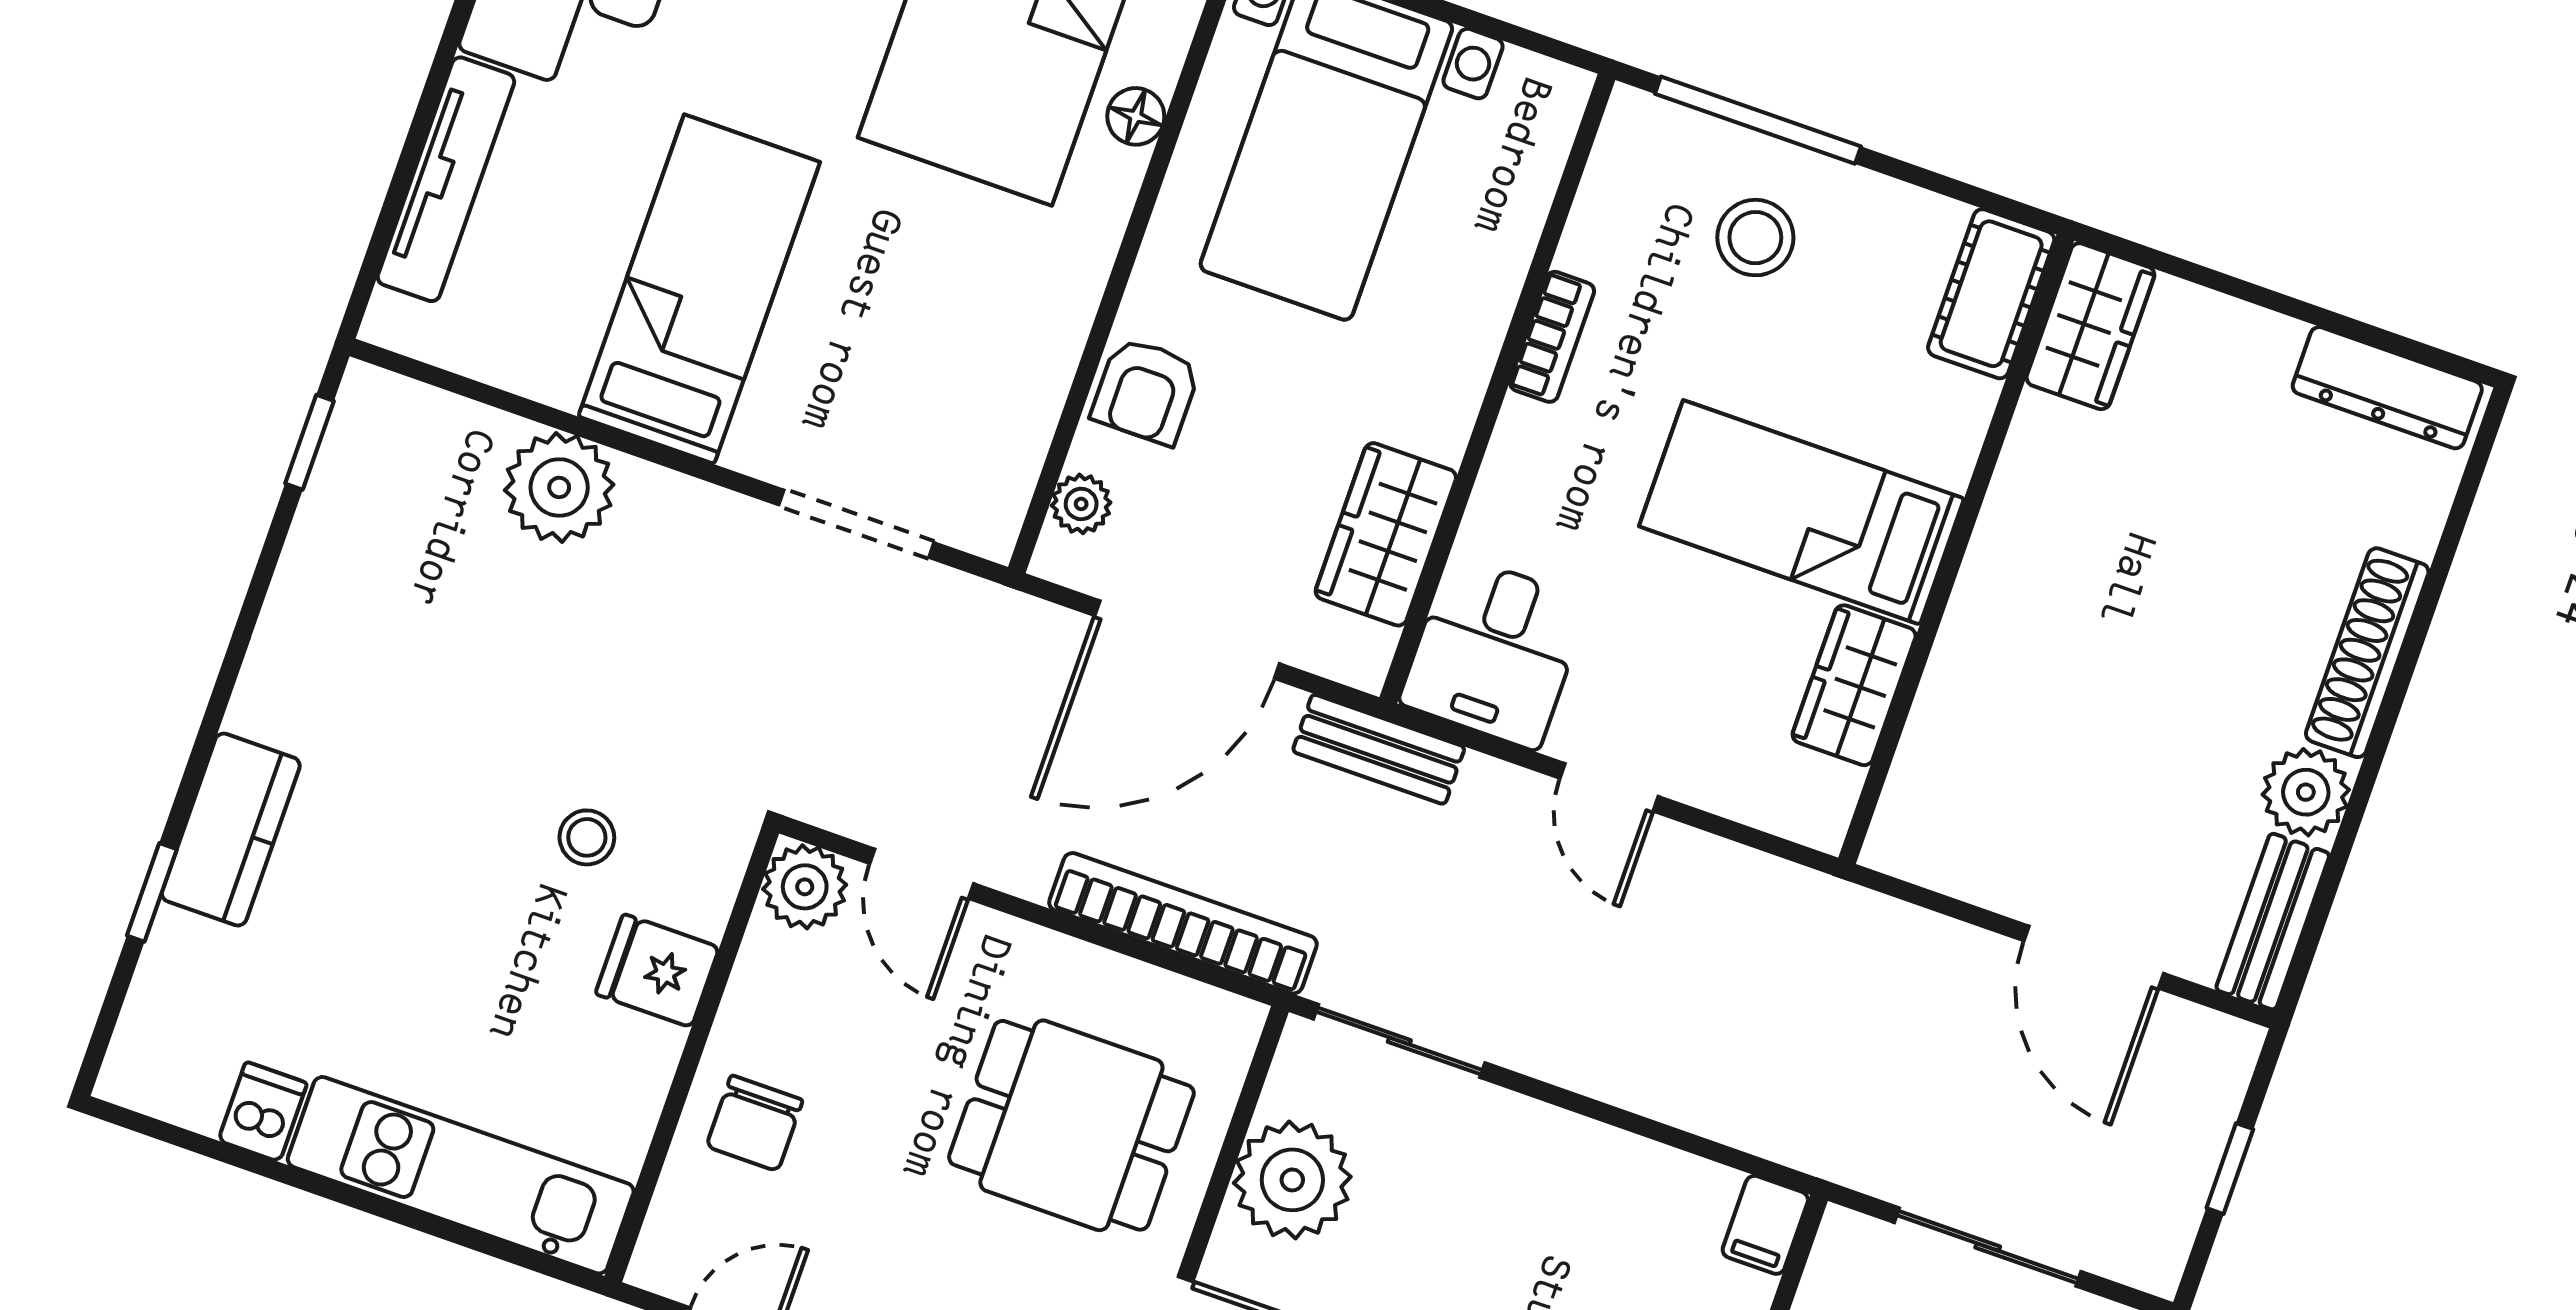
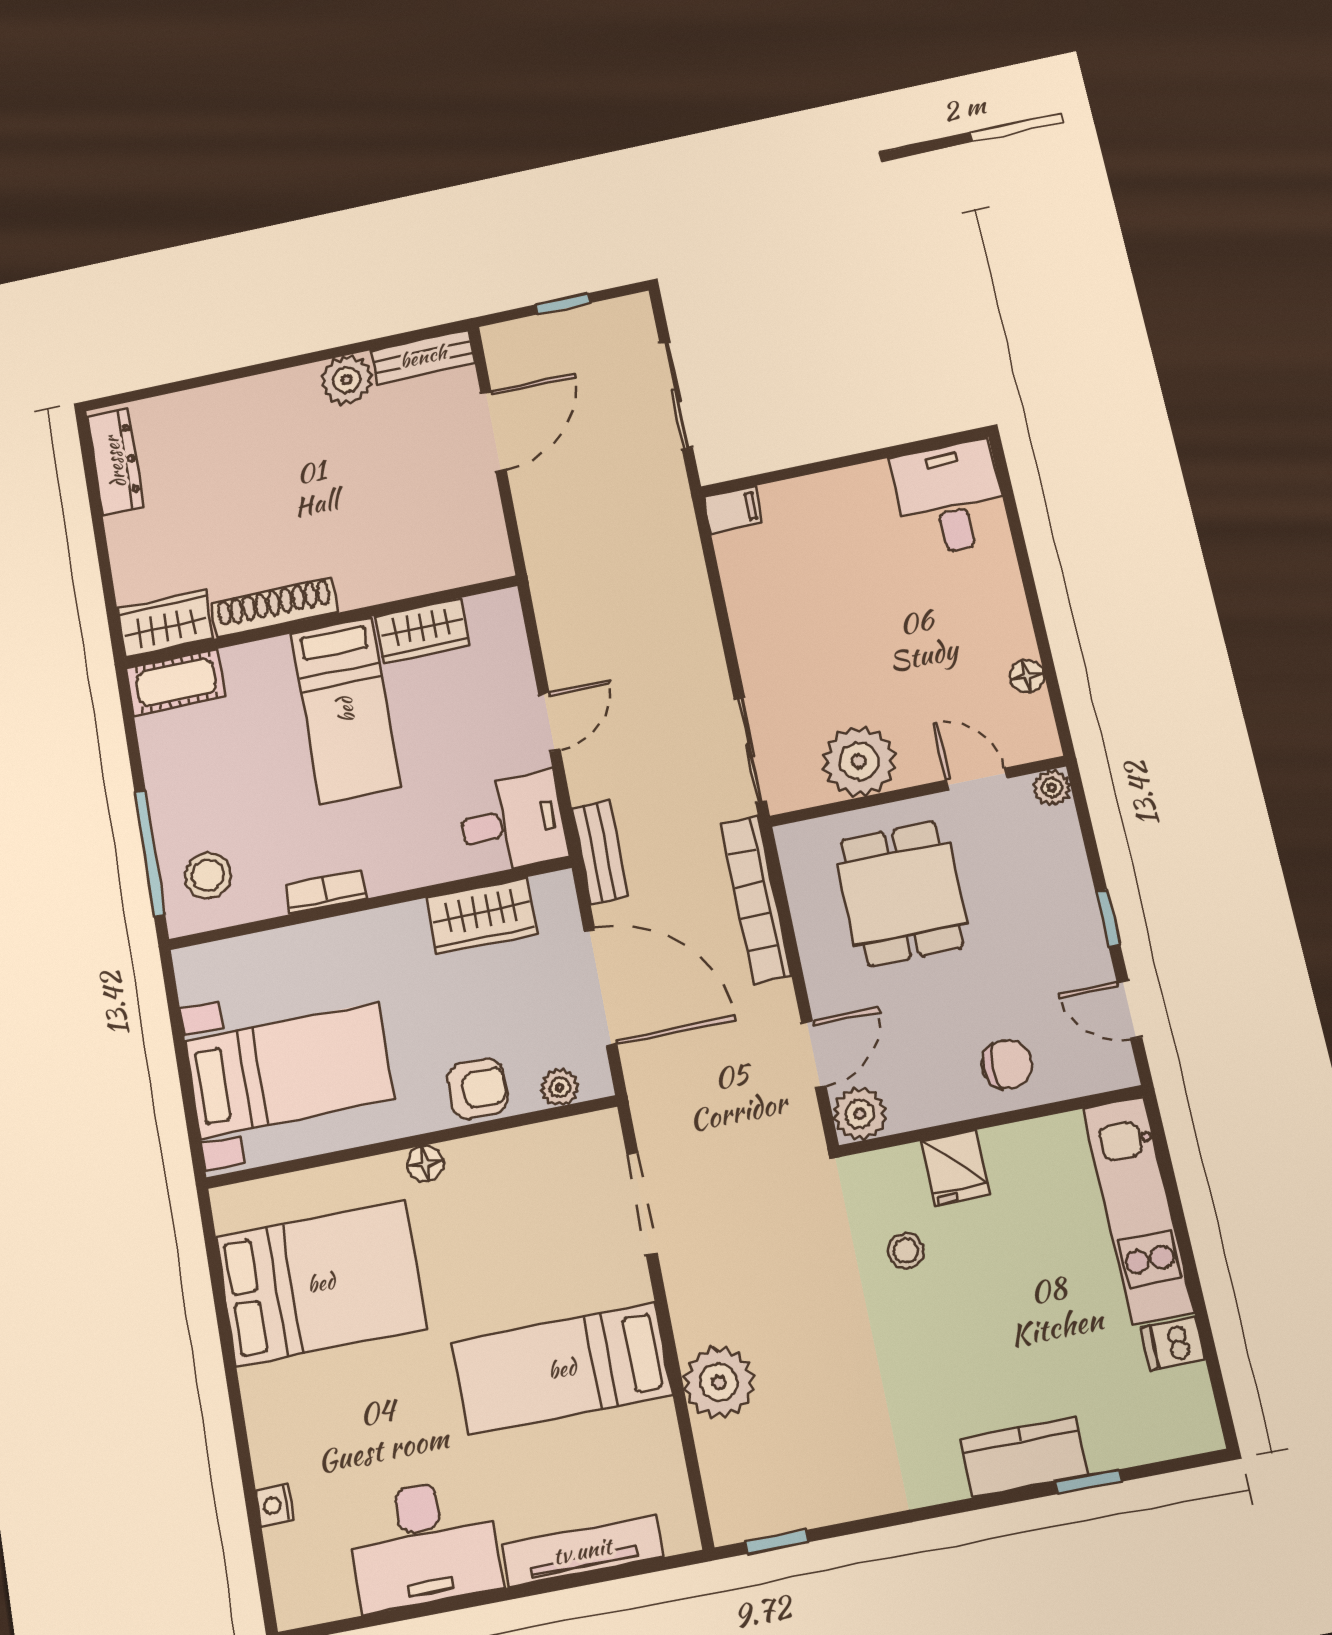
floor lamp: (1136, 116) -> (425, 1163), moved
stool: (1755, 238) -> (208, 875), moved
shoe rack: (2367, 653) -> (274, 608), moved, turned 180

